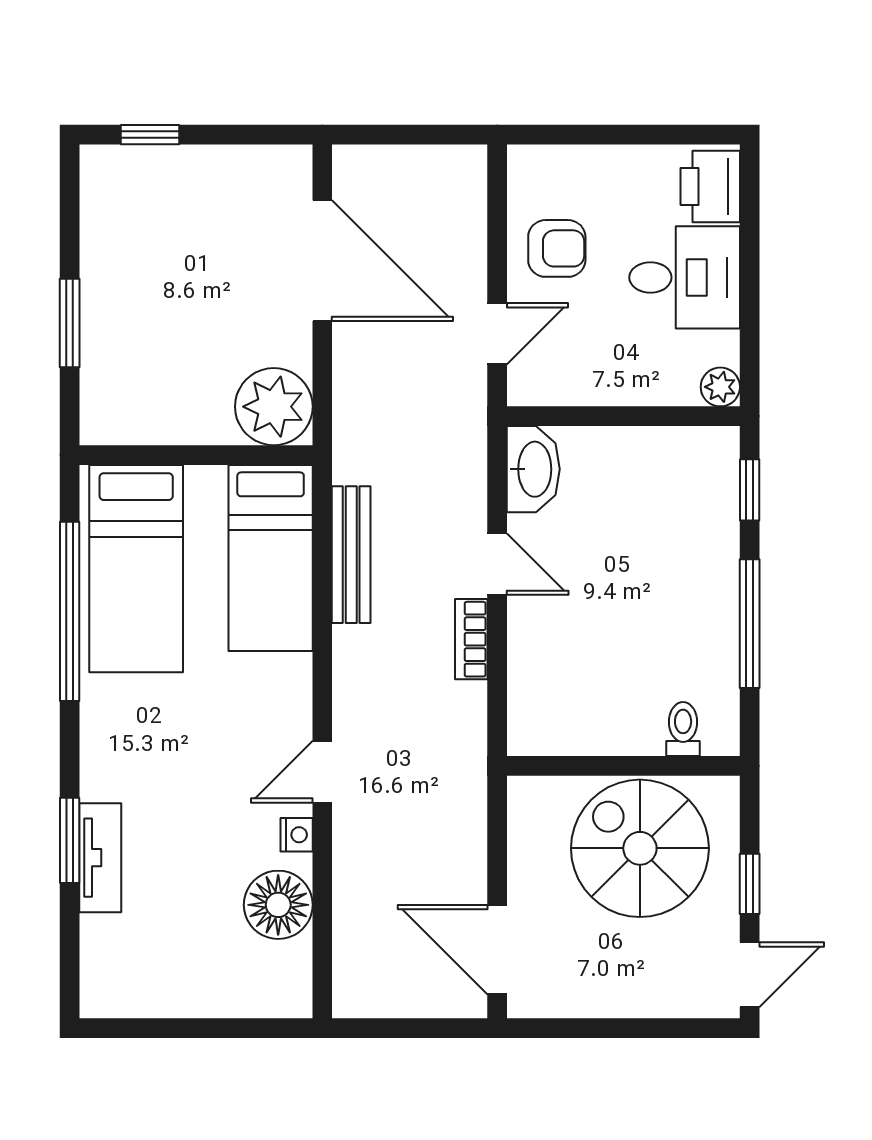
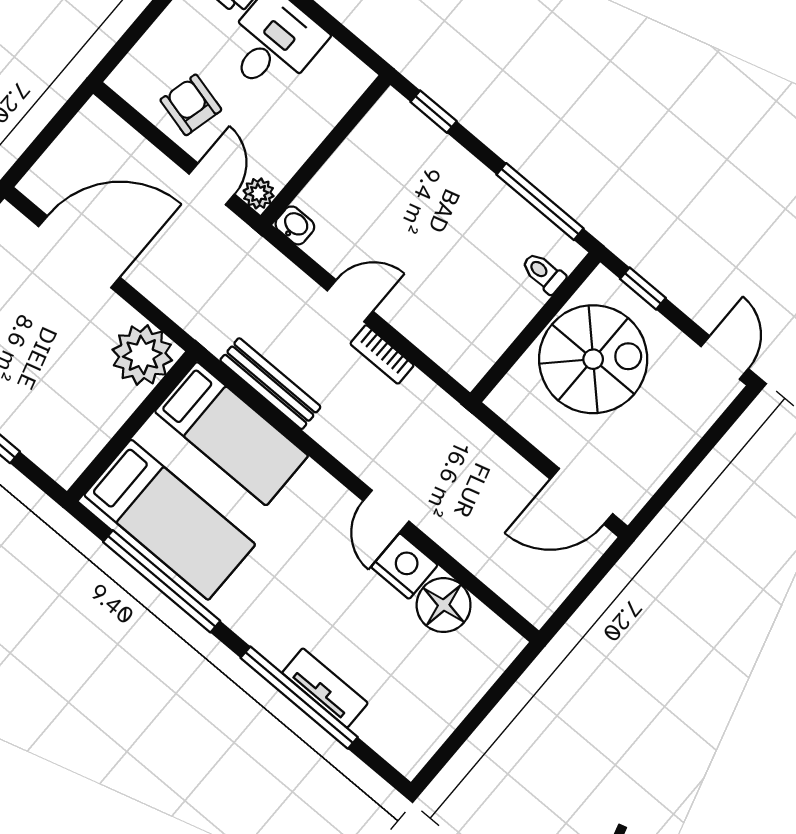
armchair: (557, 248) -> (191, 105), turned -76
plant: (720, 387) -> (259, 193), moved
washbasin: (533, 469) -> (295, 225), width x0.52, depth x0.69
window: (750, 624) -> (540, 202), moved
nightstand: (297, 835) -> (404, 566), width x1.89, depth x1.79
window: (70, 840) -> (299, 698), width x2.11
spiral stairs: (640, 848) -> (593, 359), turned 180
window: (750, 884) -> (643, 288), moved

